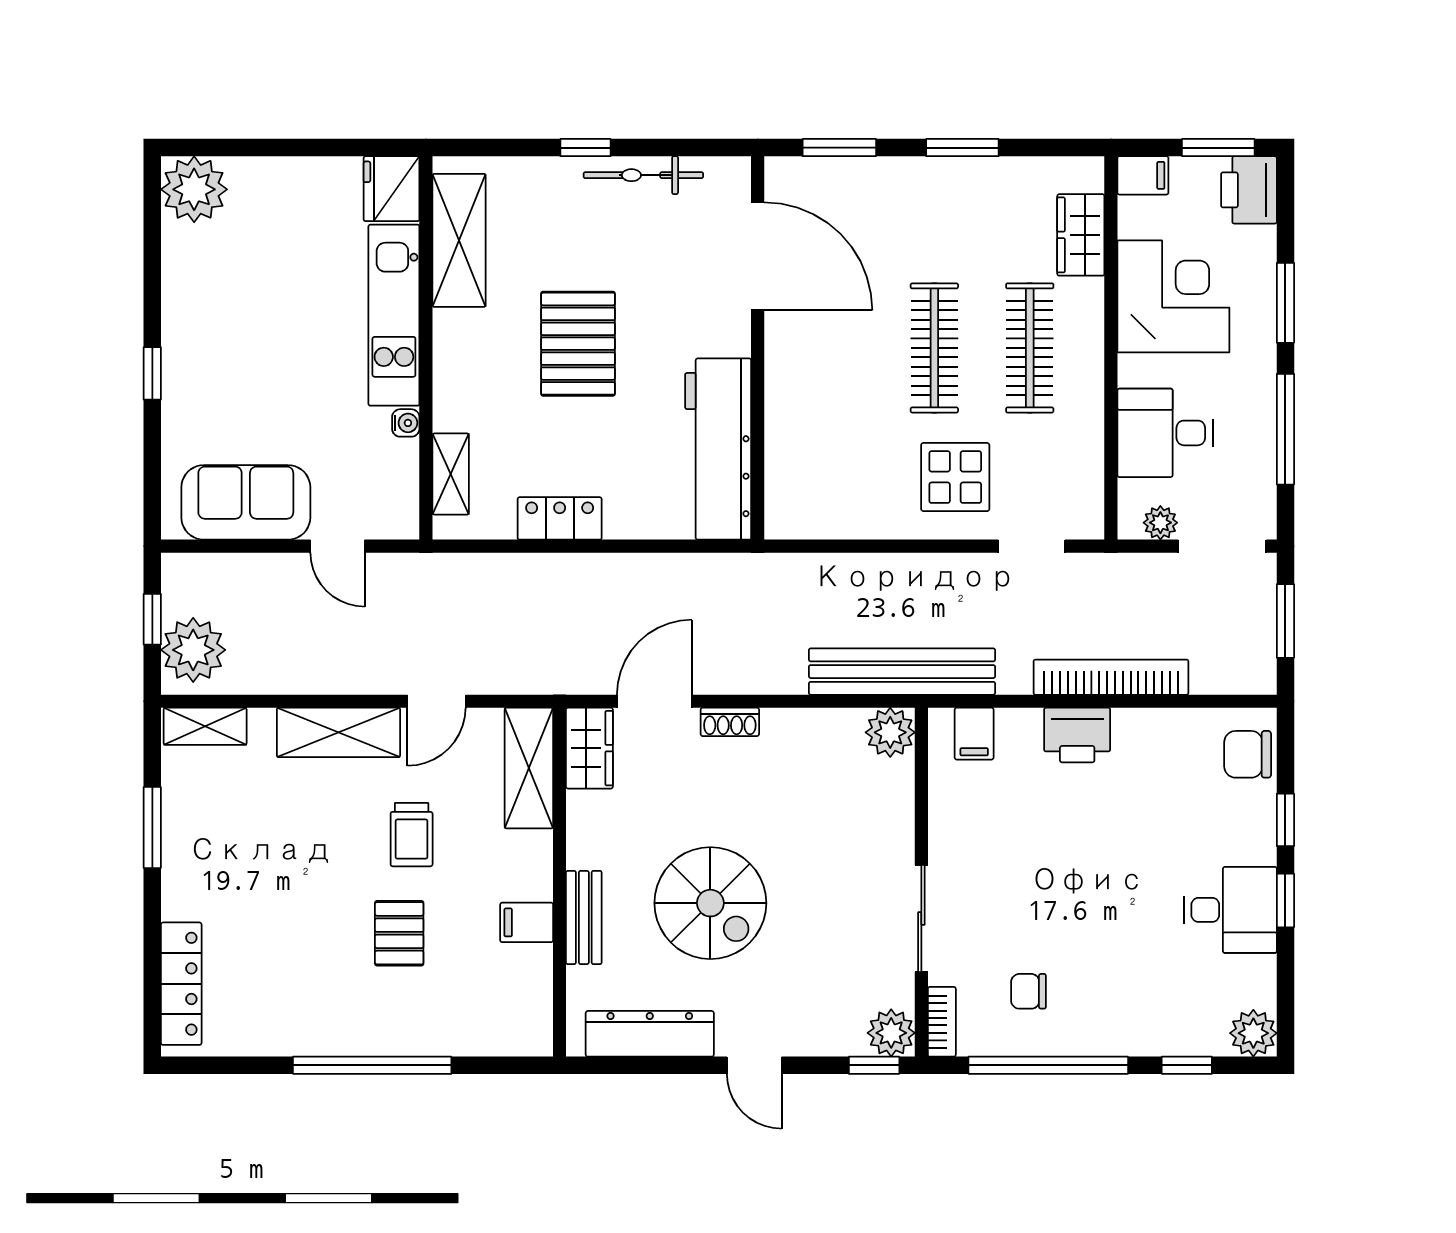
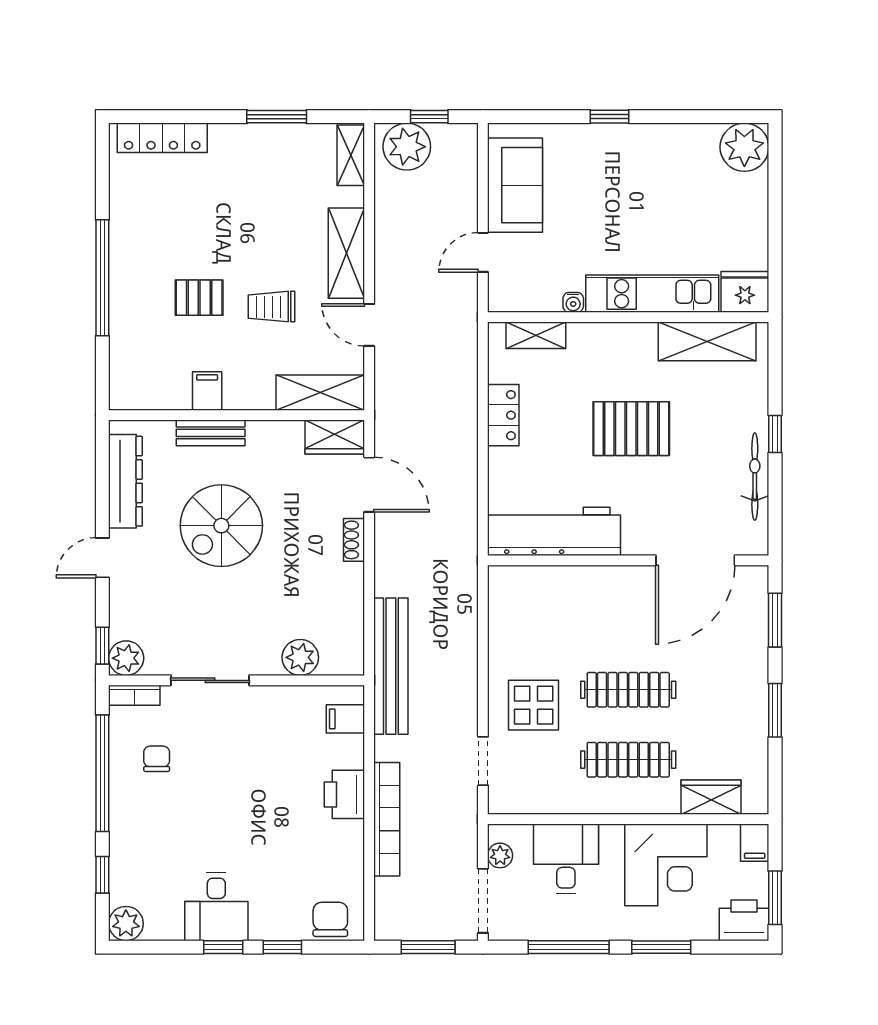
plant: (890, 732) -> (300, 657), moved

